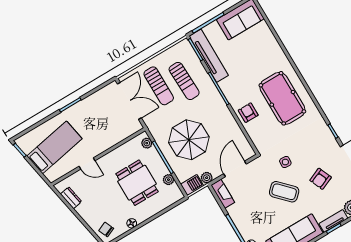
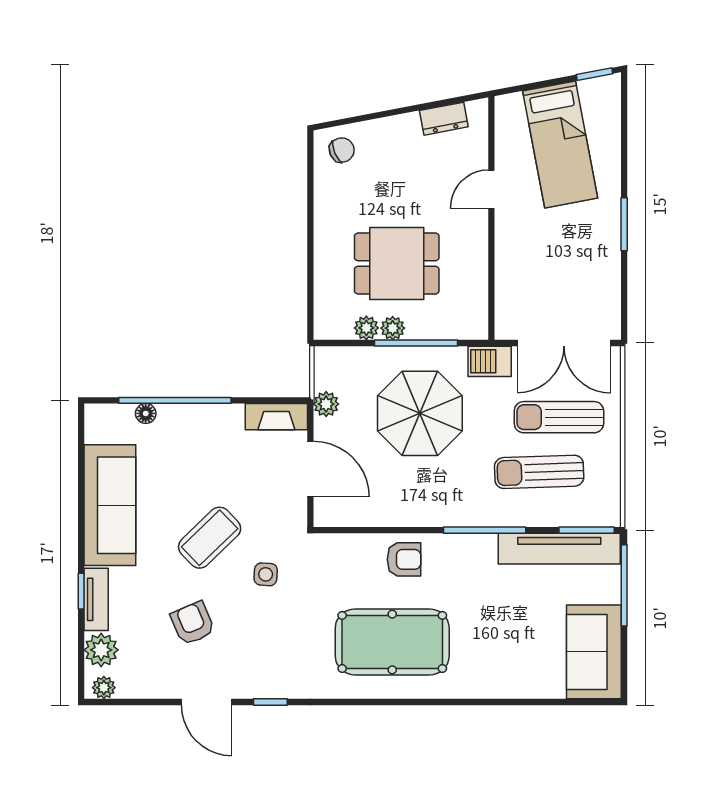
plant: (147, 143) -> (393, 328), moved
barbecue: (192, 185) -> (490, 361), moved, turned 90
floor lamp: (132, 223) -> (324, 206), removed

